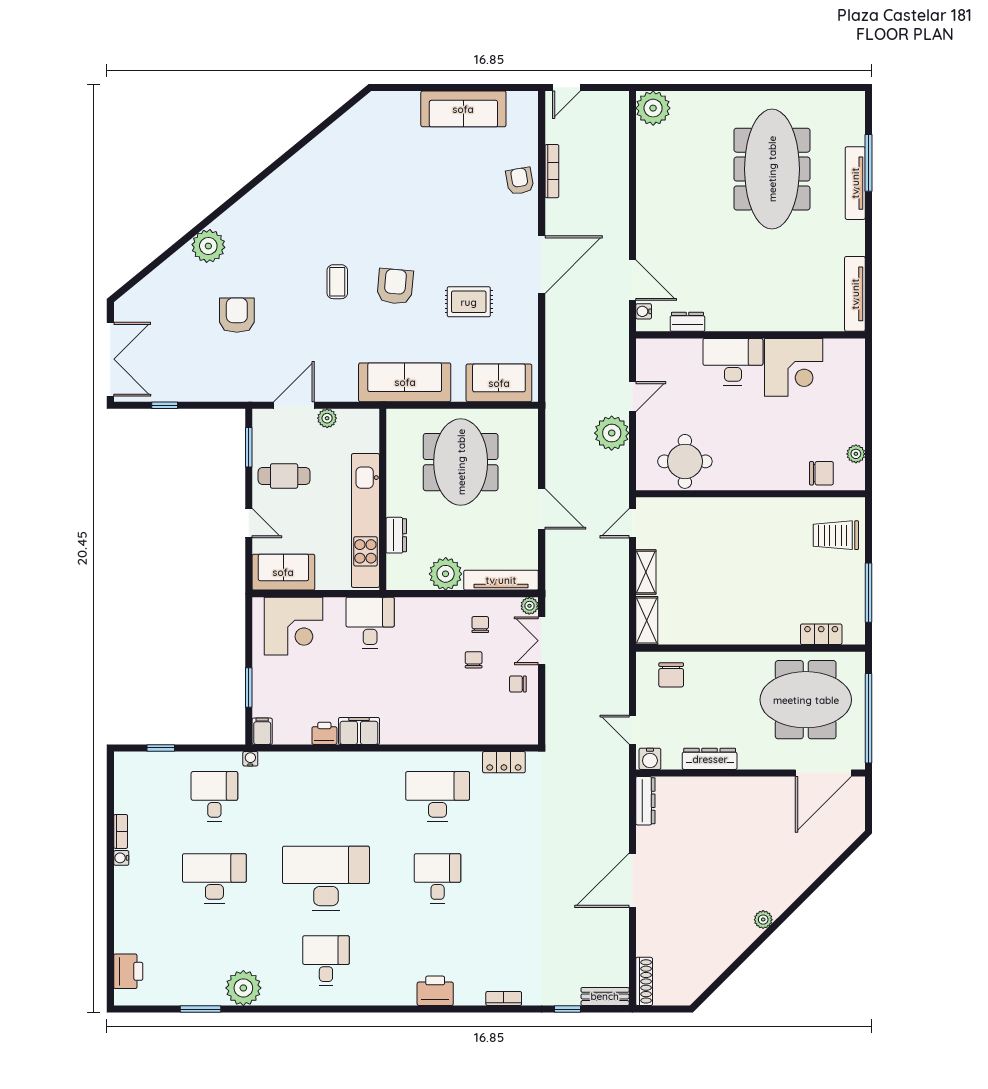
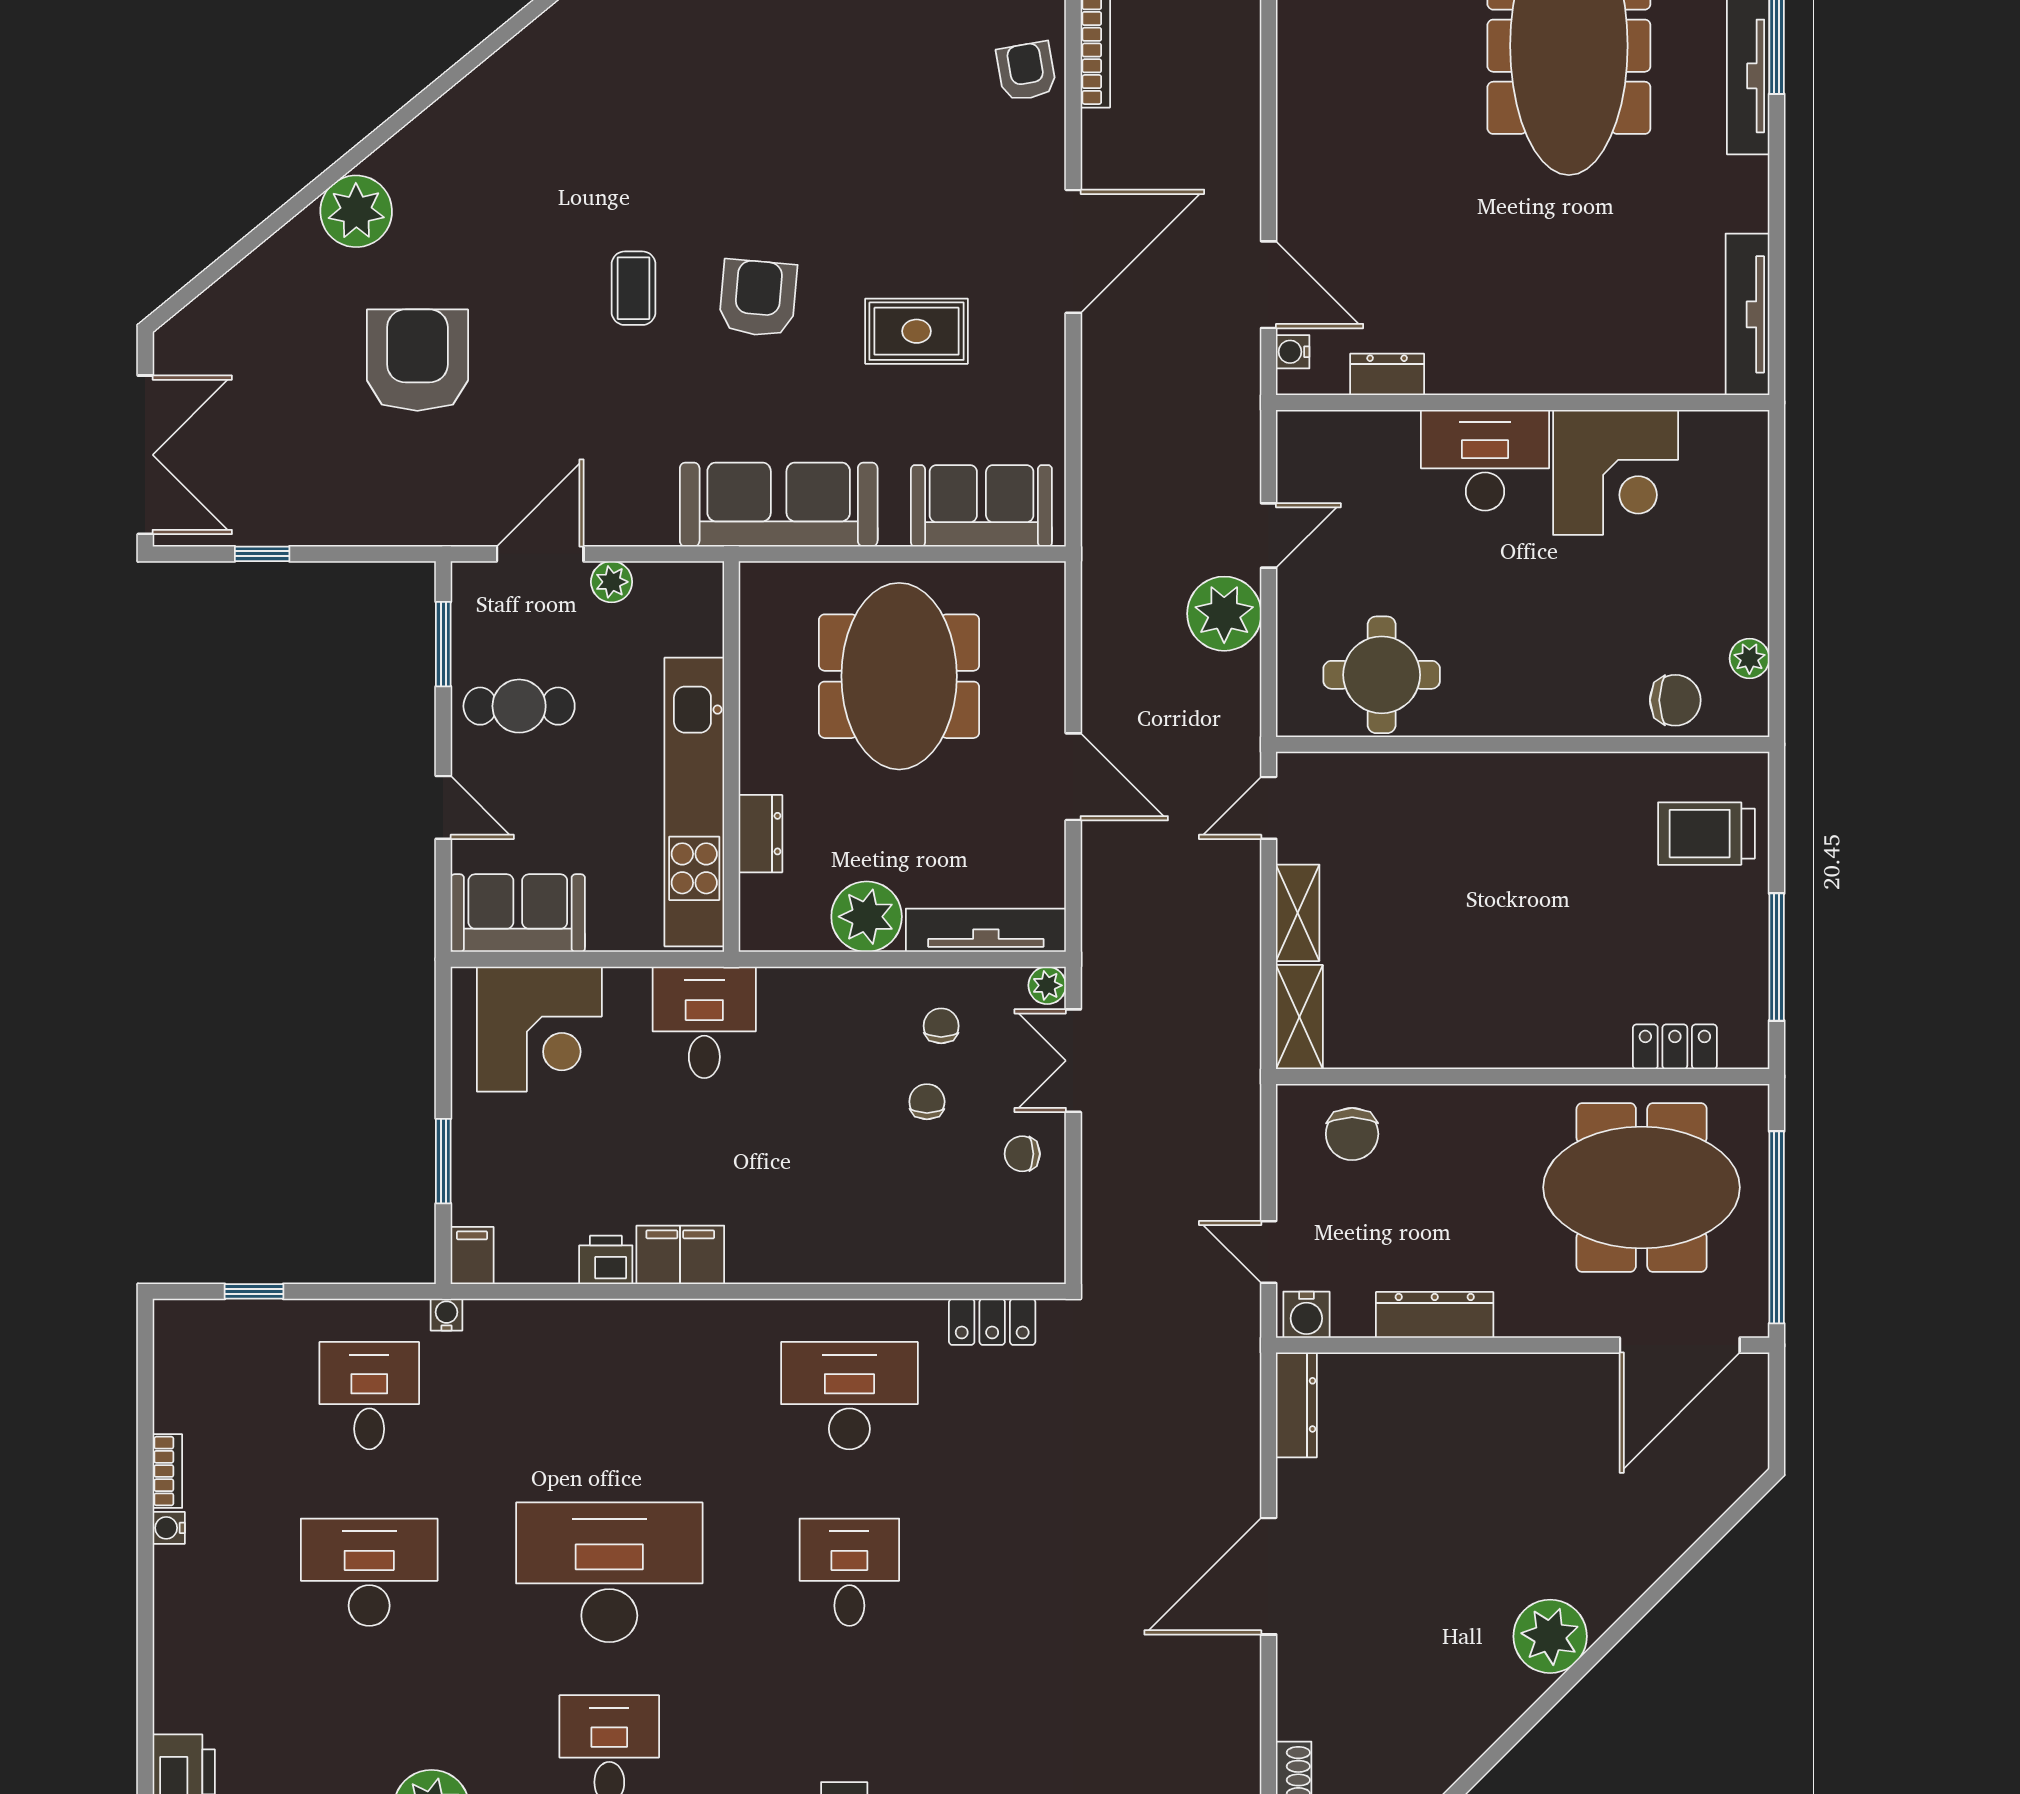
armchair: (237, 315) -> (417, 360), width x1.36, depth x1.36
plant: (763, 920) -> (1550, 1636), width x1.87, depth x1.87

